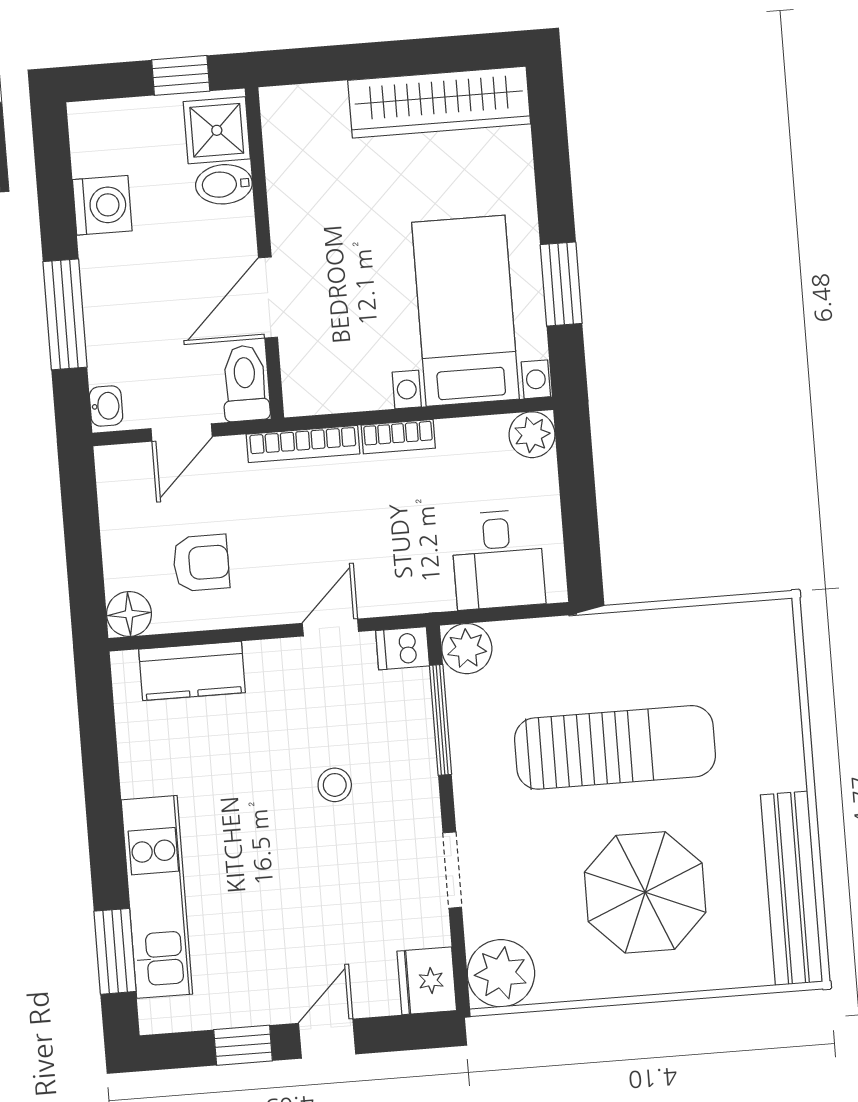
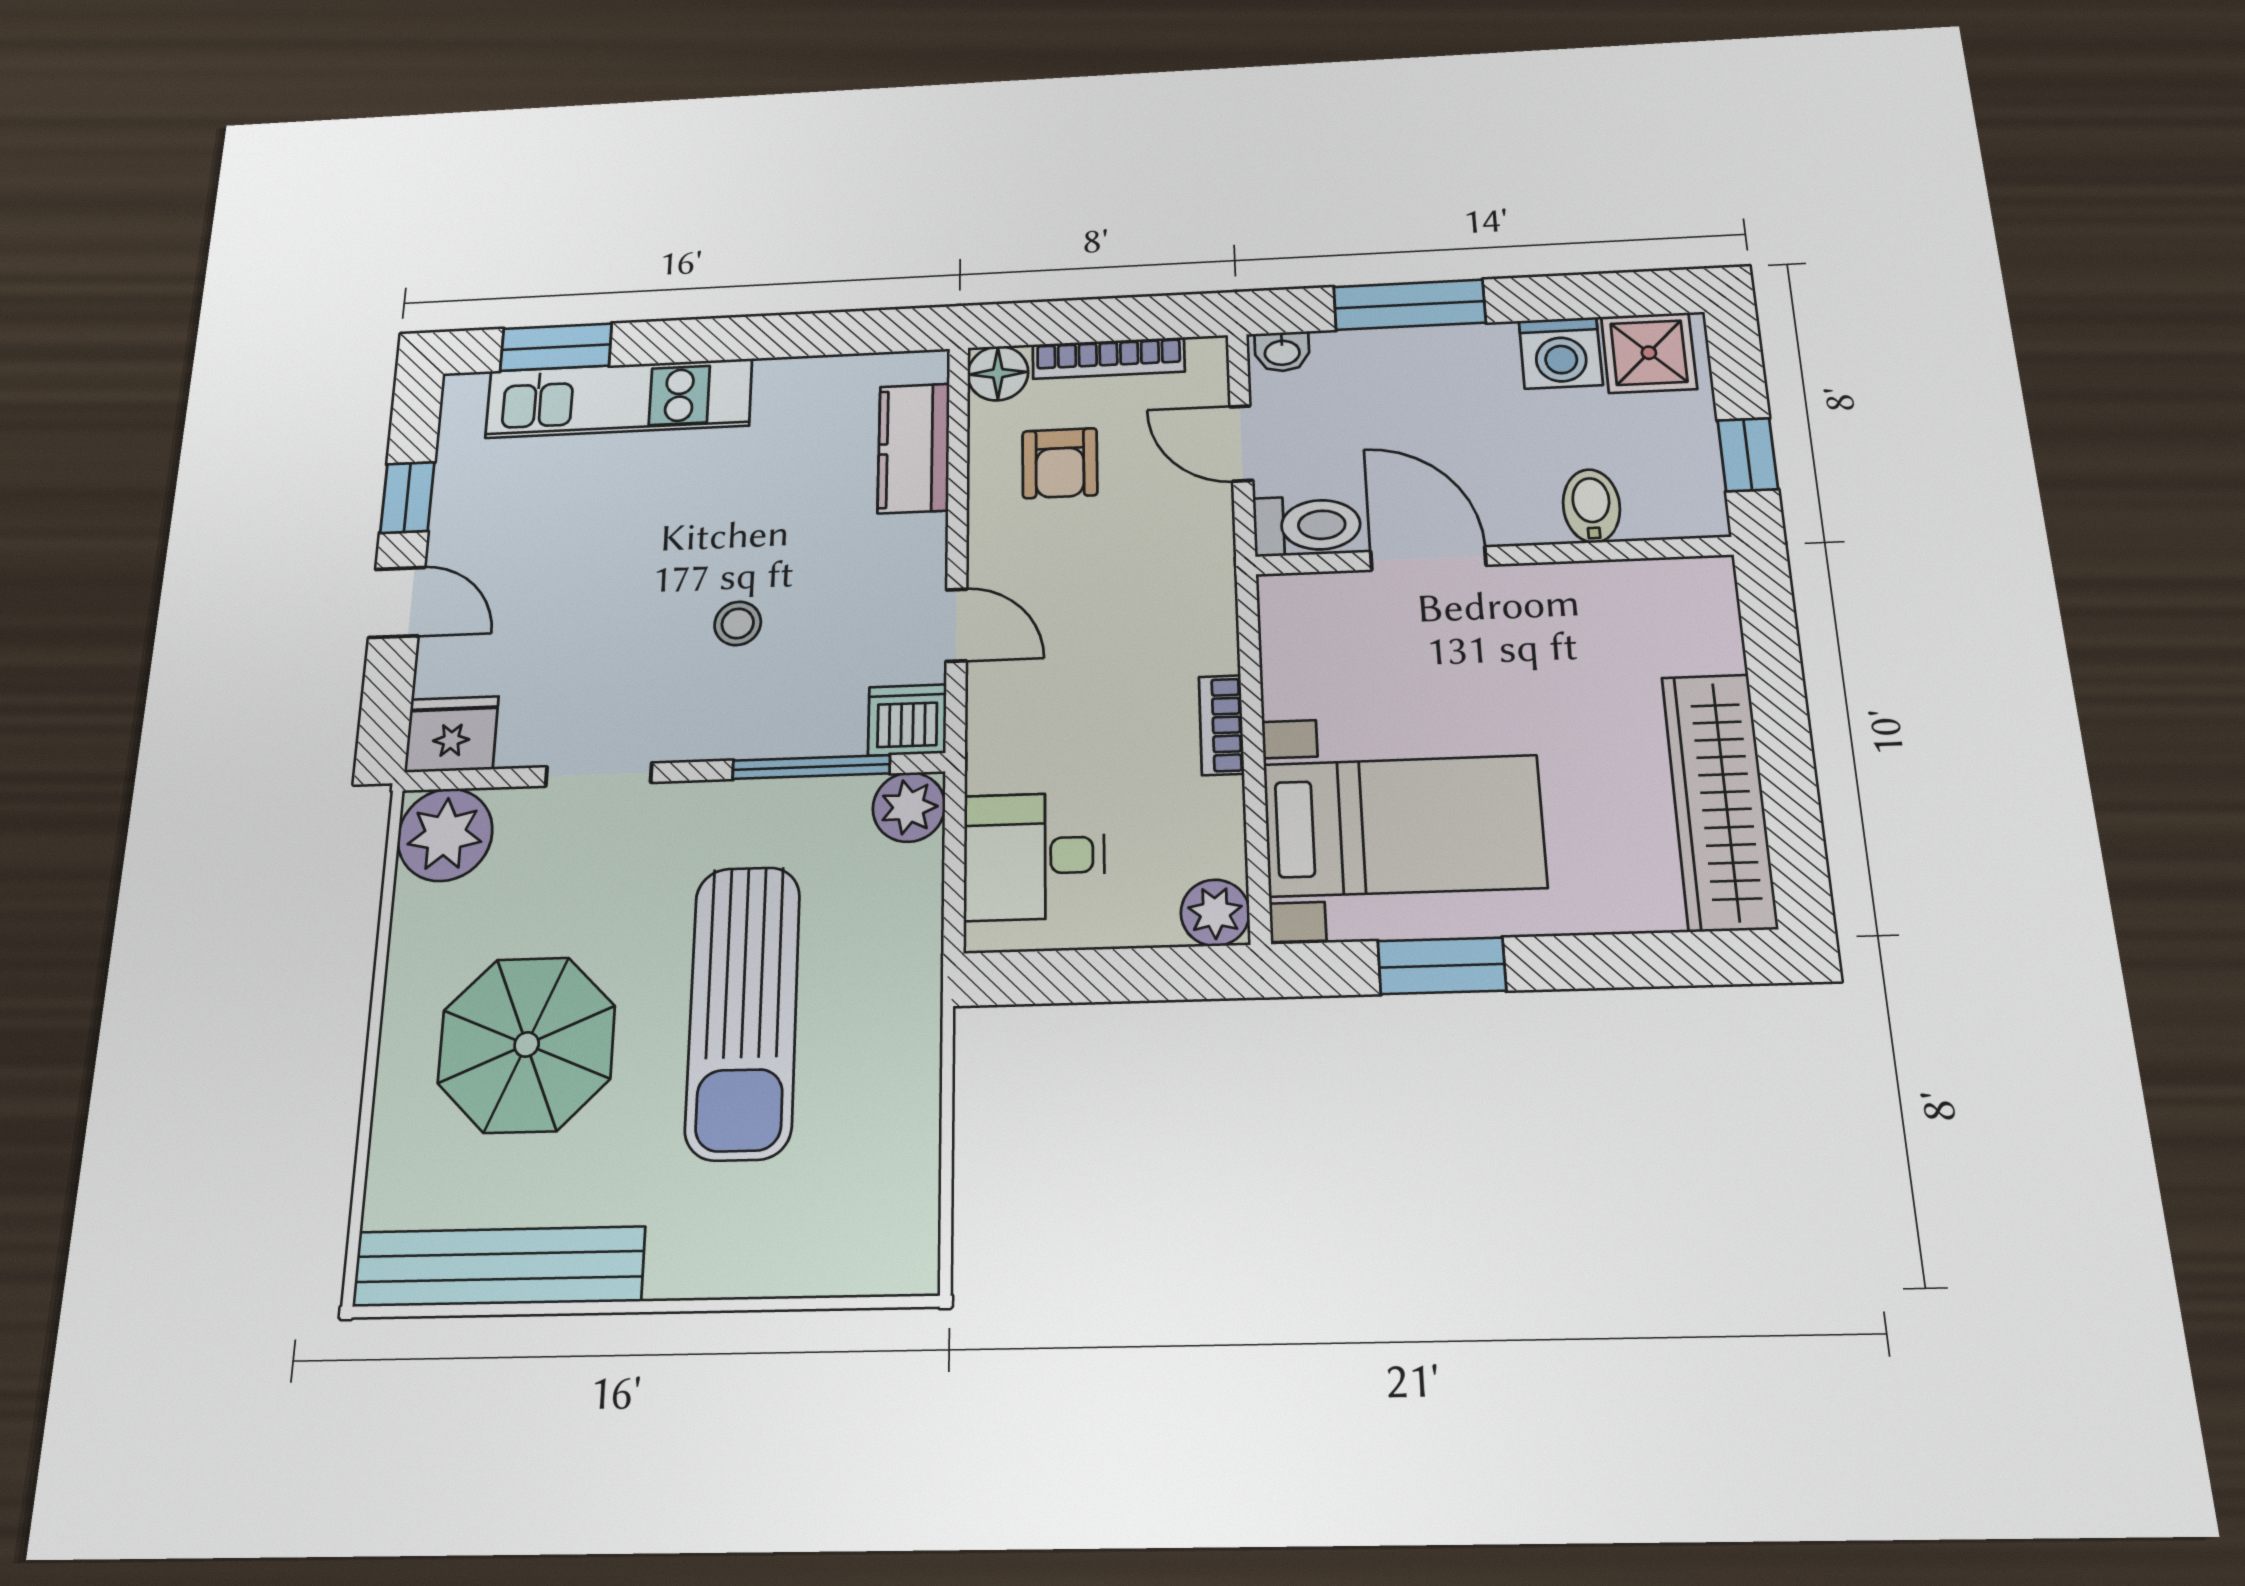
shower: (217, 130) -> (1649, 353), moved
bookcase: (303, 444) -> (1108, 358), moved, turned -90
dishwasher: (403, 648) -> (907, 720), width x1.38

